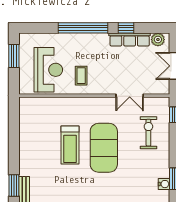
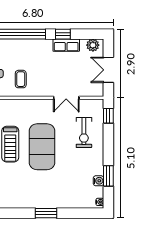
row of seats: (130, 39) -> (66, 45), width x0.68
exercise bike: (148, 133) -> (84, 133), turned 180

